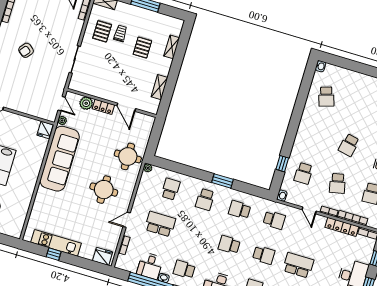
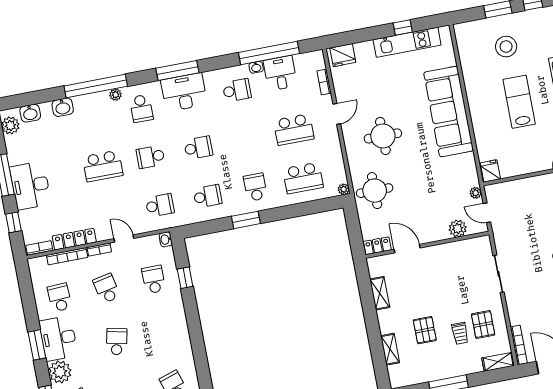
locker: (103, 107) -> (377, 246), moved
sofa: (60, 159) -> (449, 112), moved
school desk: (171, 189) -> (303, 178), width x1.85
school desk: (274, 220) -> (160, 205), turned 180

